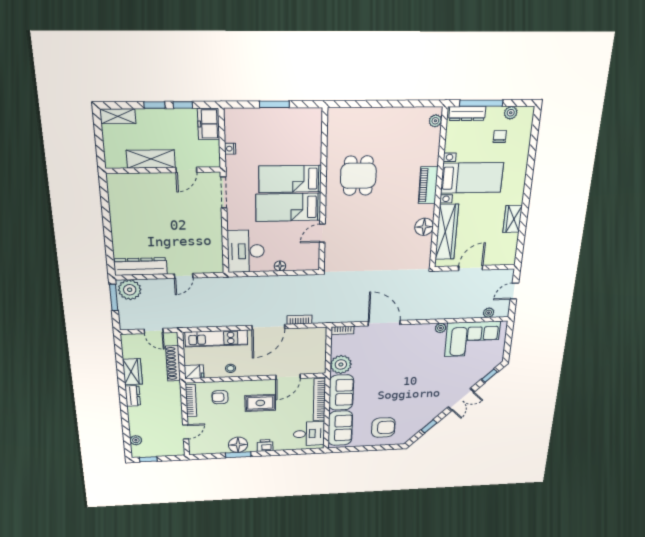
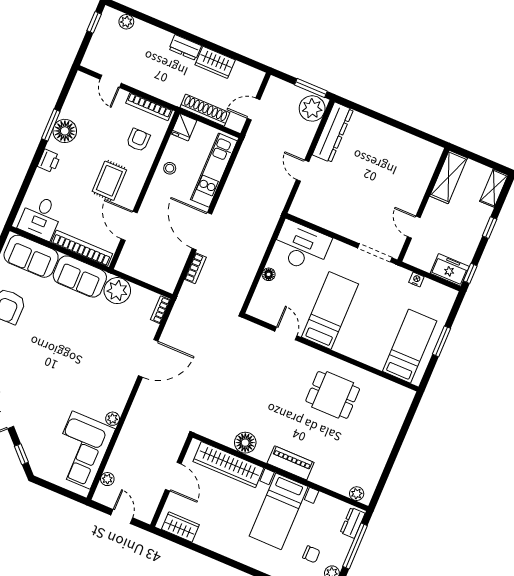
window: (183, 105) -> (470, 273), moved
dresser: (467, 113) -> (353, 523), width x0.70
shelving: (151, 159) -> (449, 177), moved
bed: (290, 179) -> (410, 346), moved
wardrobe: (513, 219) -> (180, 527), moved

